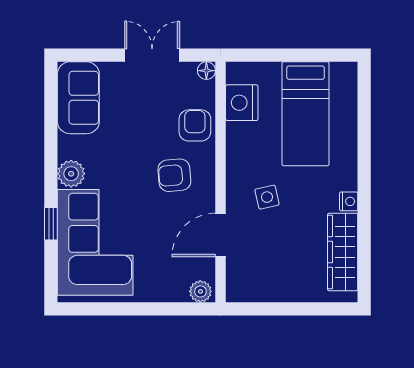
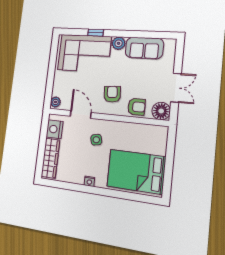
floor lamp: (206, 71) -> (161, 111), width x1.89, depth x1.89
sofa: (78, 98) -> (144, 48), moved
nightstand: (242, 103) -> (54, 129), moved, turned -90
bed: (306, 114) -> (136, 172), width x1.50
wardrobe: (343, 252) -> (50, 158), moved, turned 90

